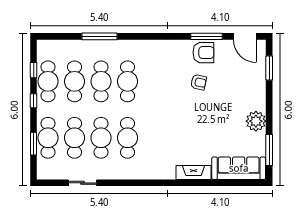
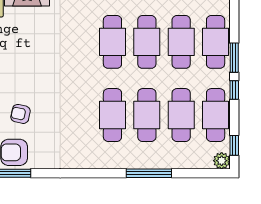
plant: (43, 46) -> (222, 161), added
window: (34, 70) -> (234, 145), moved
window: (34, 144) -> (234, 58), moved

